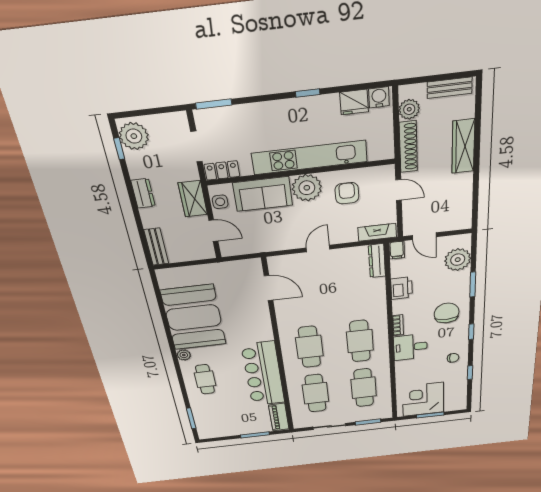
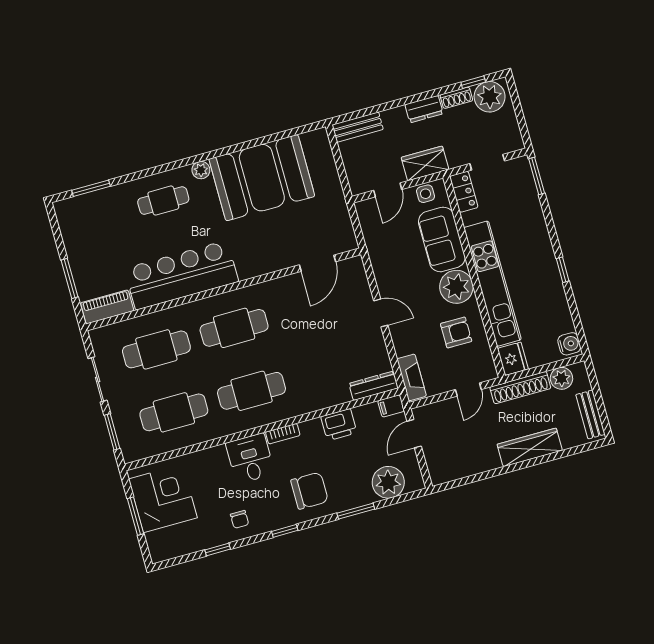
fridge: (354, 102) -> (513, 359), moved, turned 180
shoe rack: (134, 165) -> (456, 98), added

